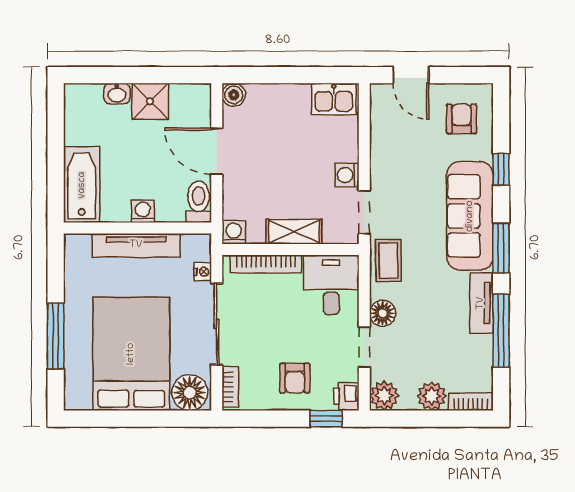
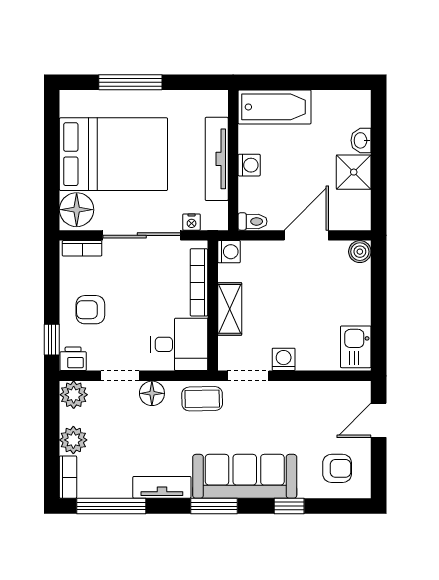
toilet: (199, 202) -> (253, 221), width x0.73, depth x0.72
window: (501, 331) -> (111, 506), moved

